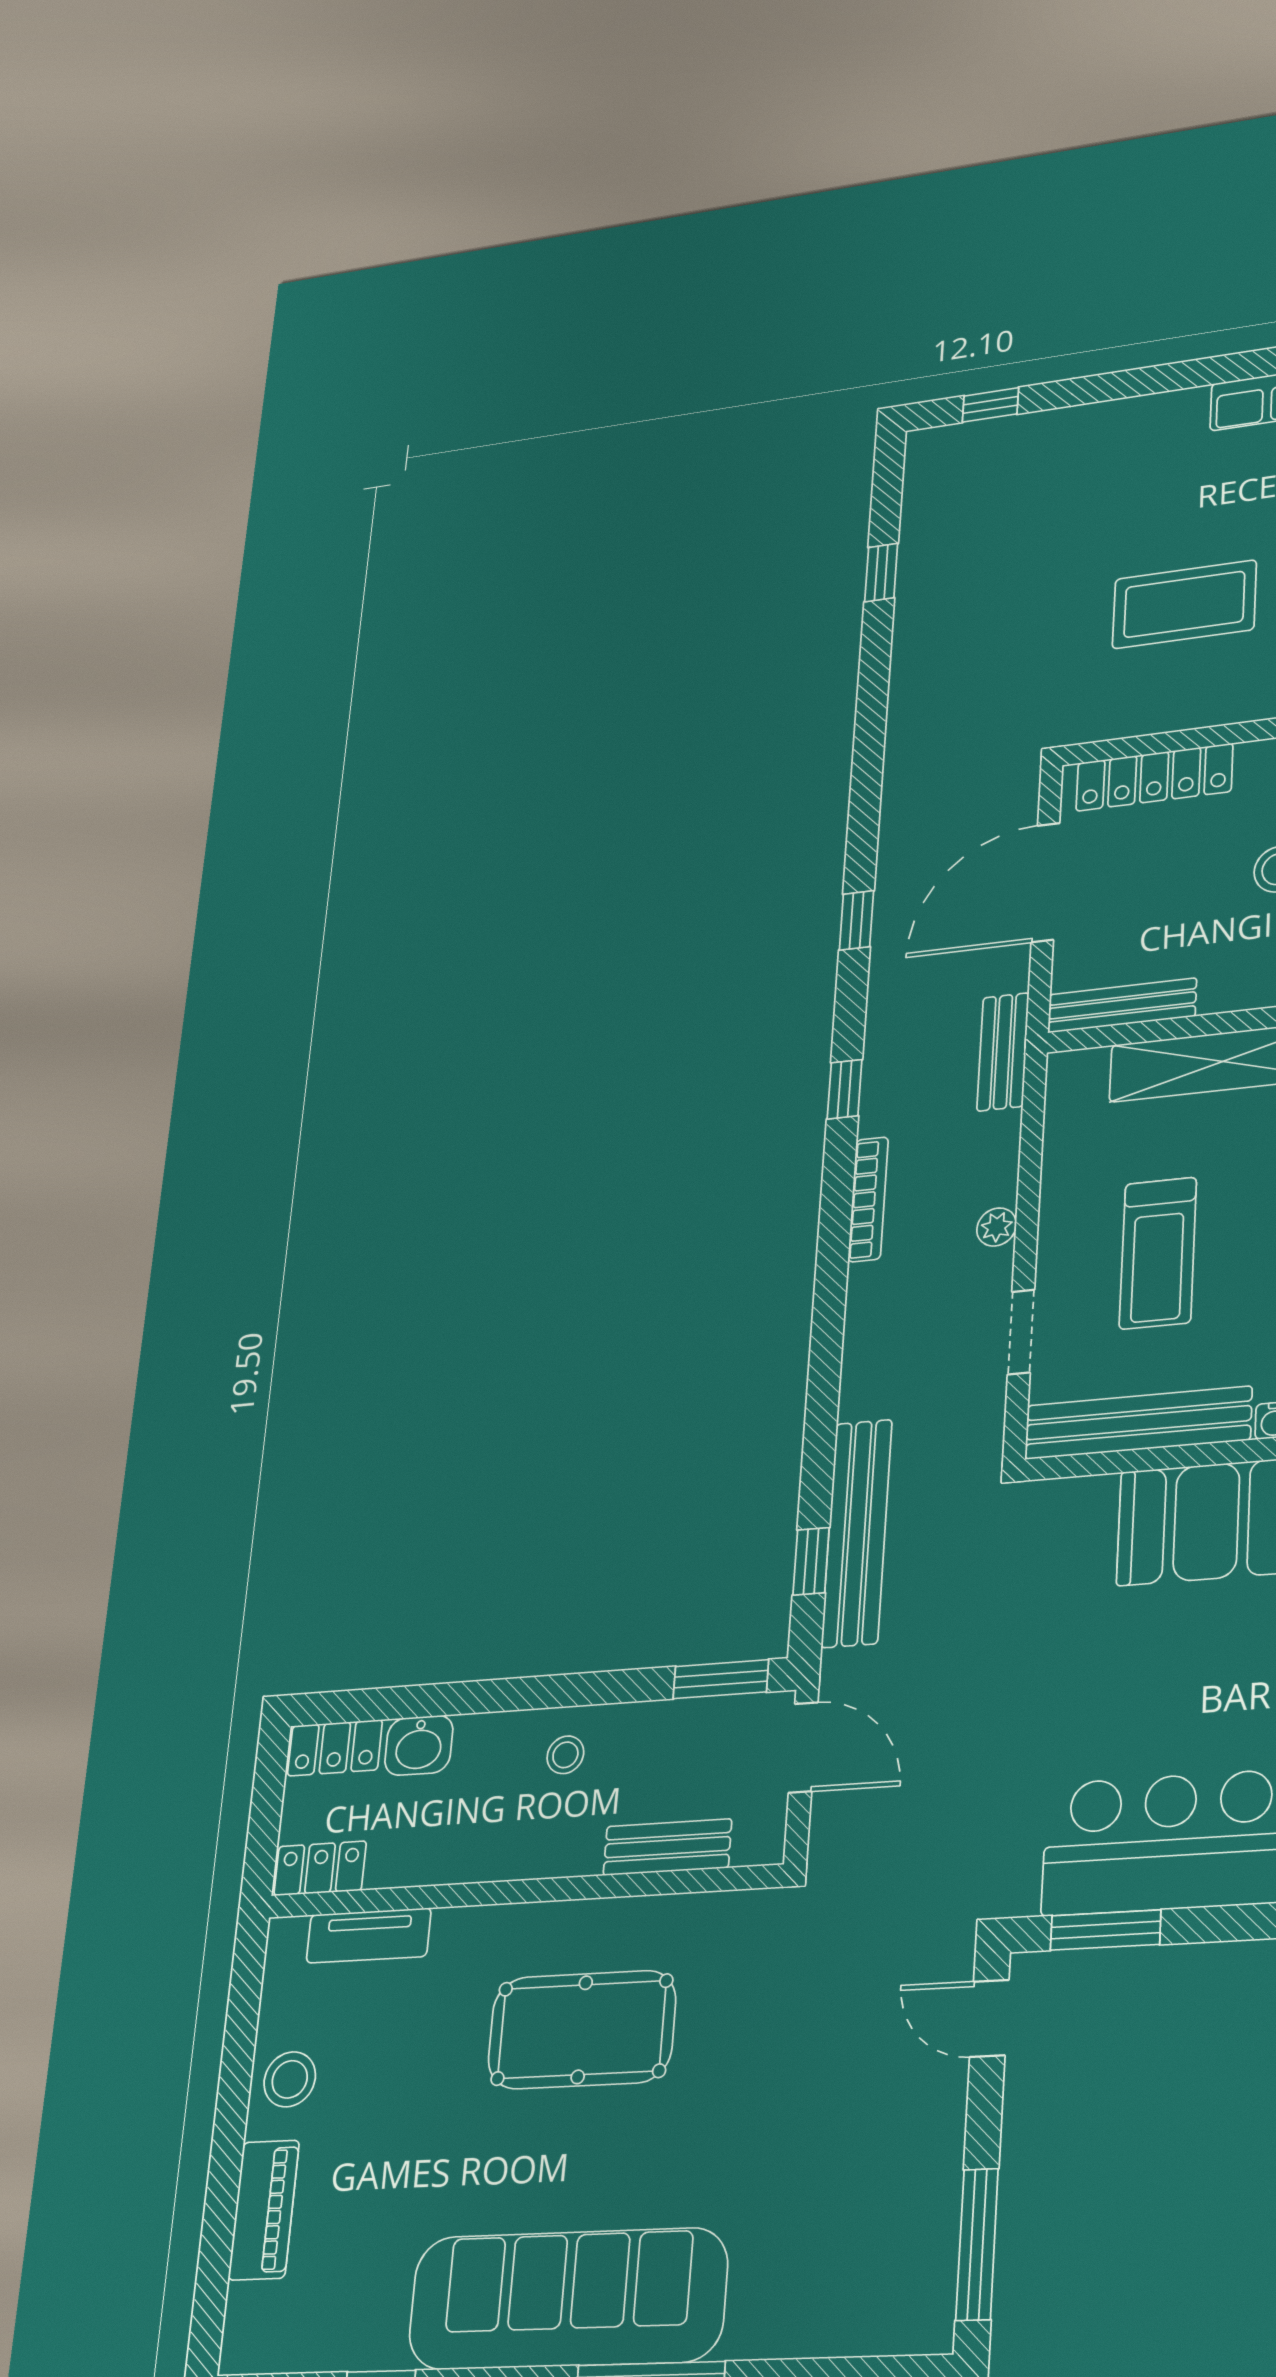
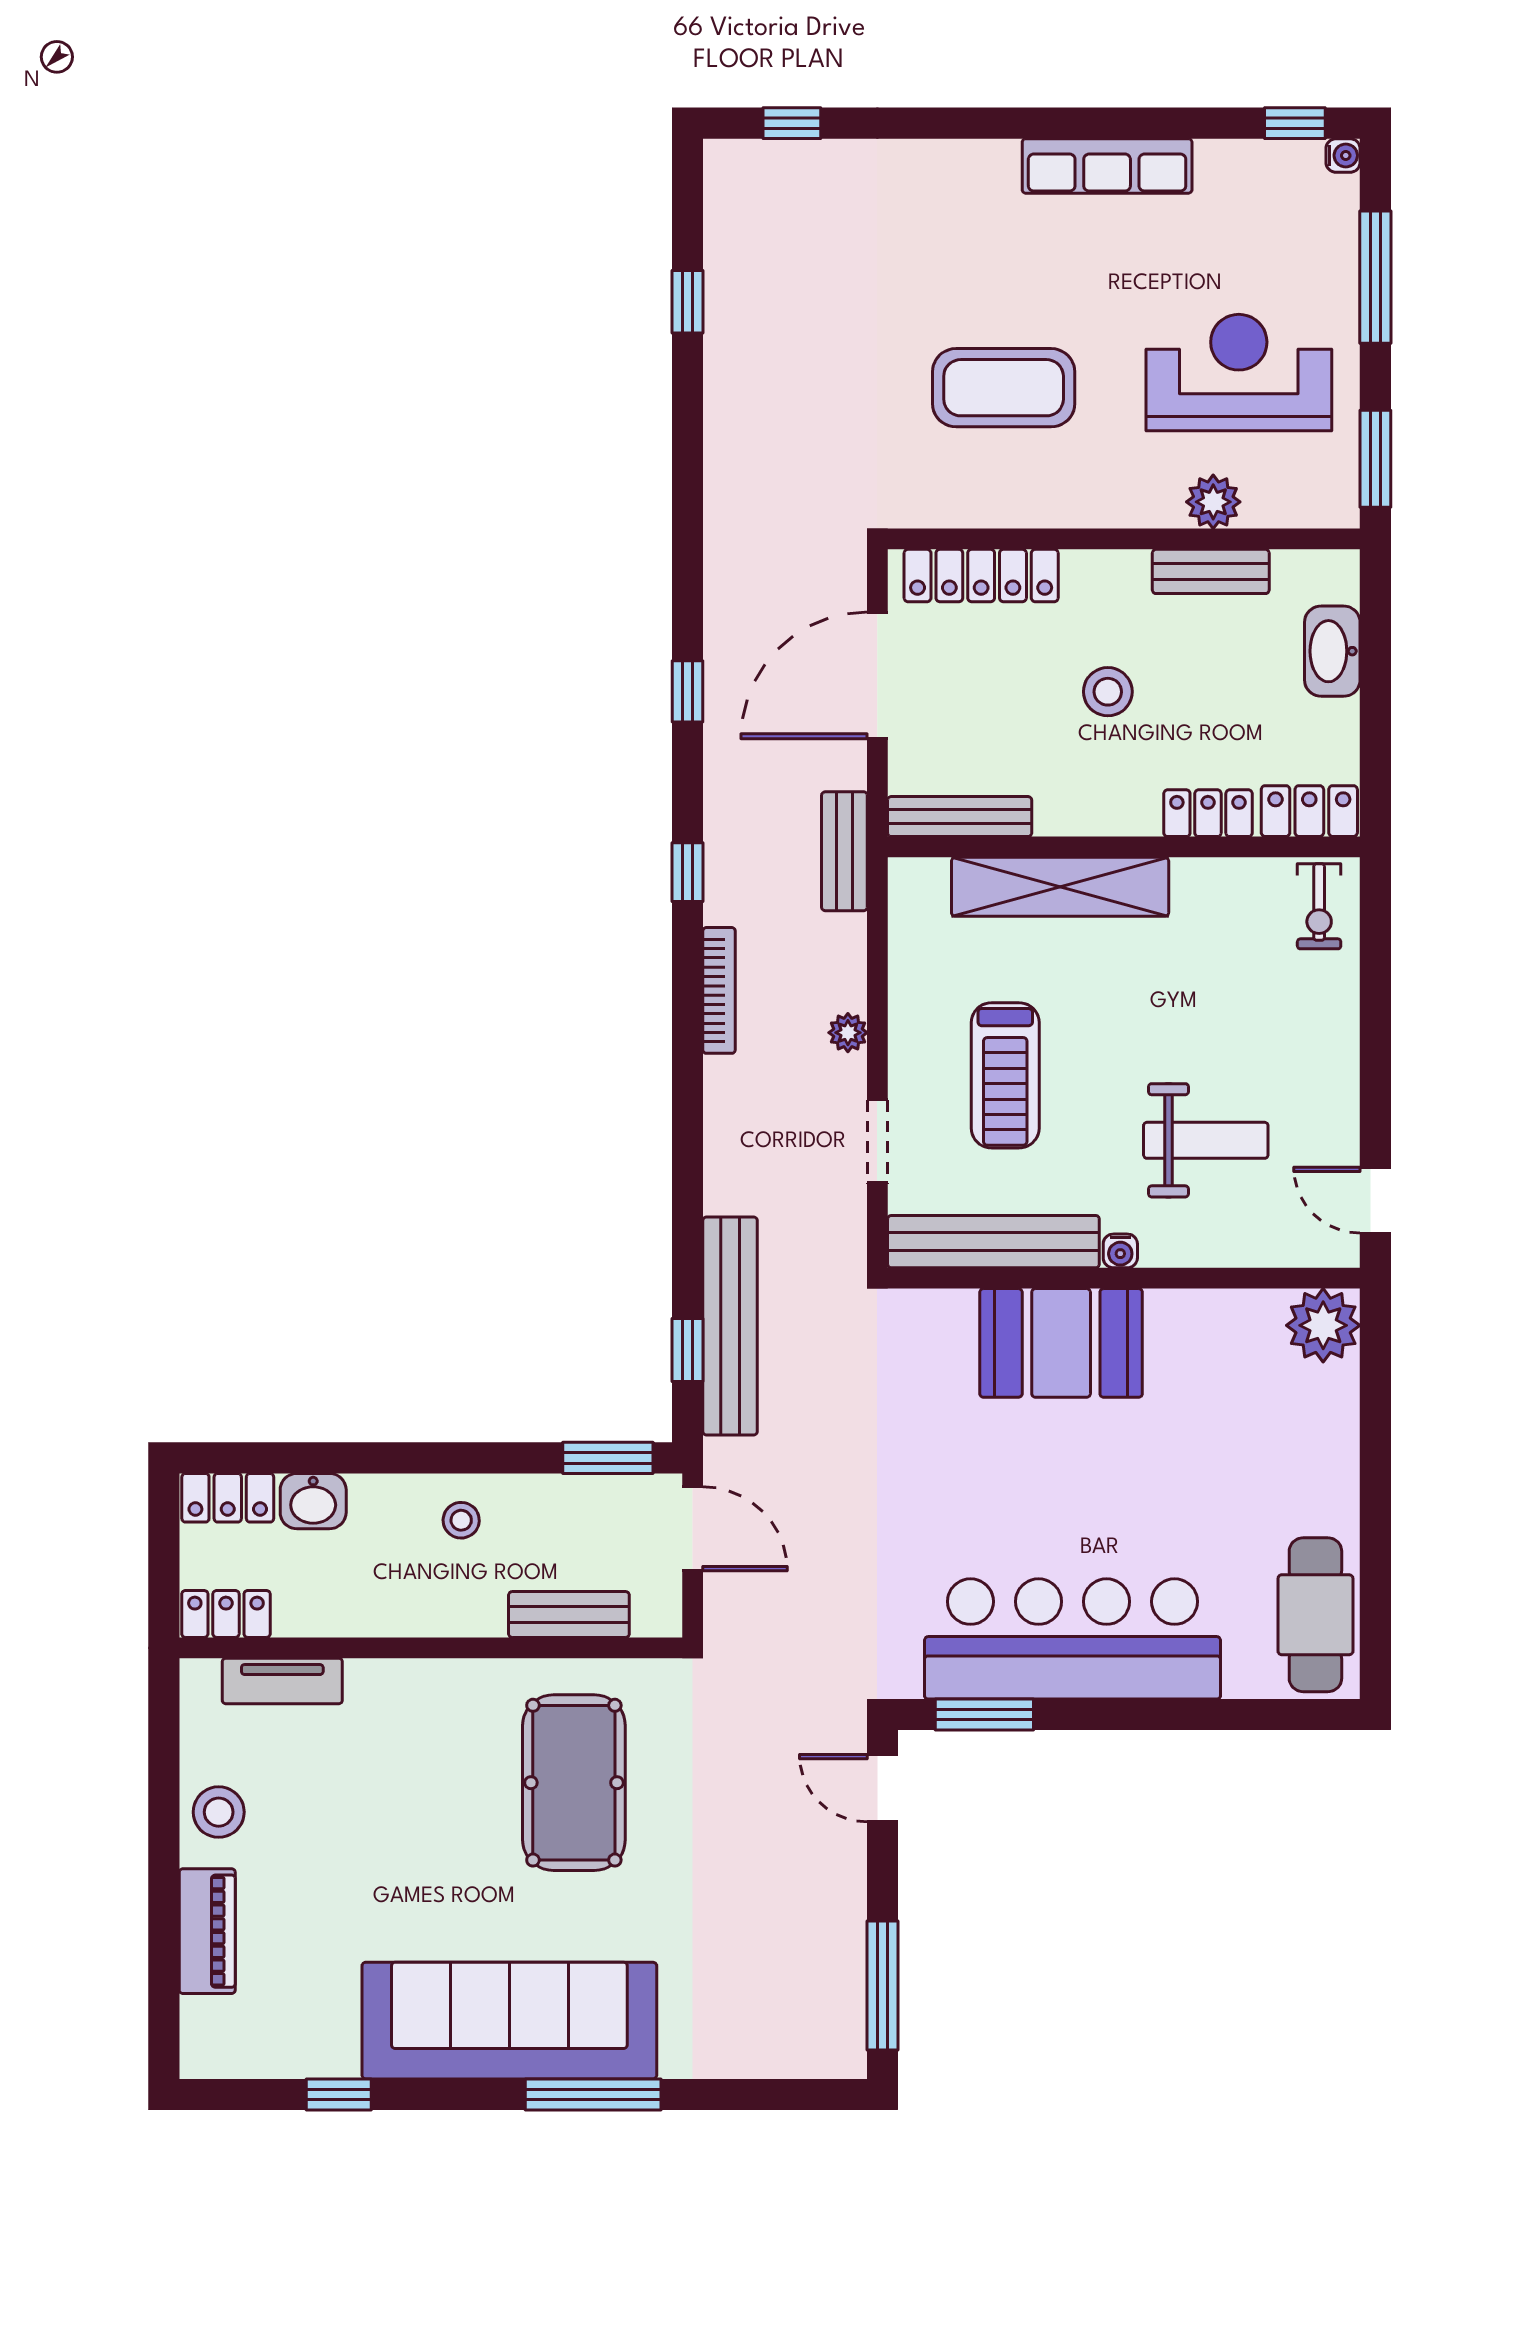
pool table: (582, 2030) -> (574, 1783), moved, turned 90

